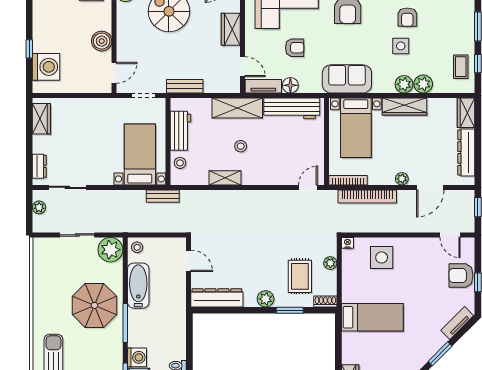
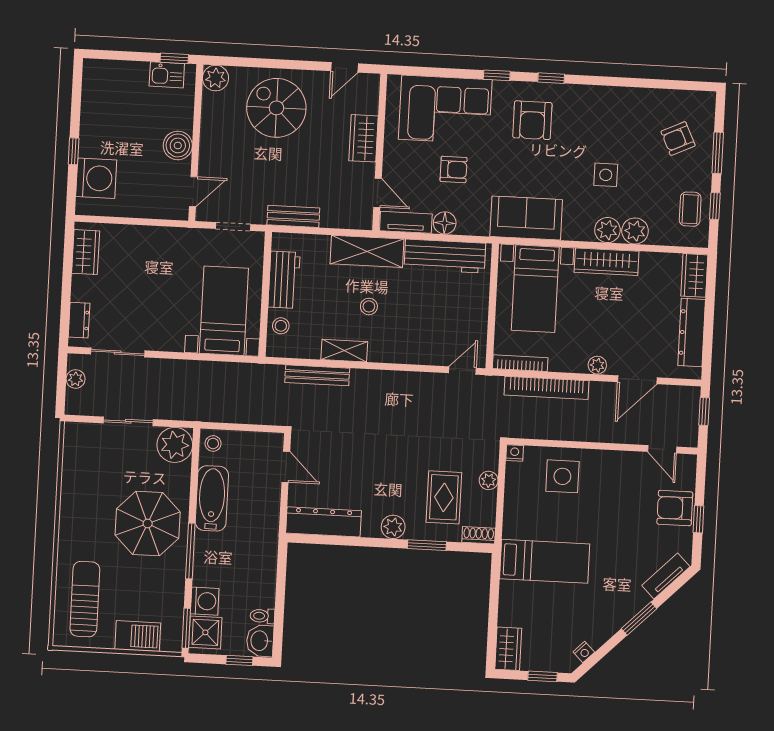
armchair: (407, 17) -> (678, 139), moved, turned 65
bench: (163, 196) -> (317, 375), moved, width x1.36

